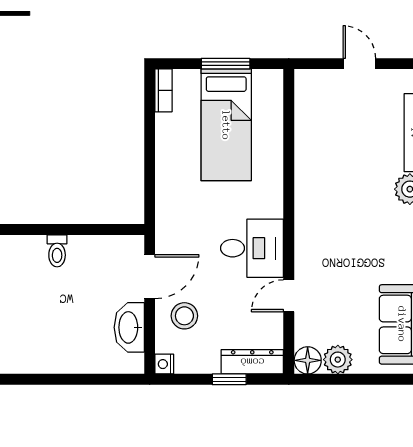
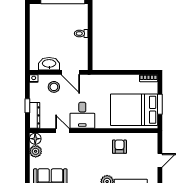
bed: (226, 125) -> (134, 110), width x1.50
armchair: (327, 160) -> (119, 147), added

